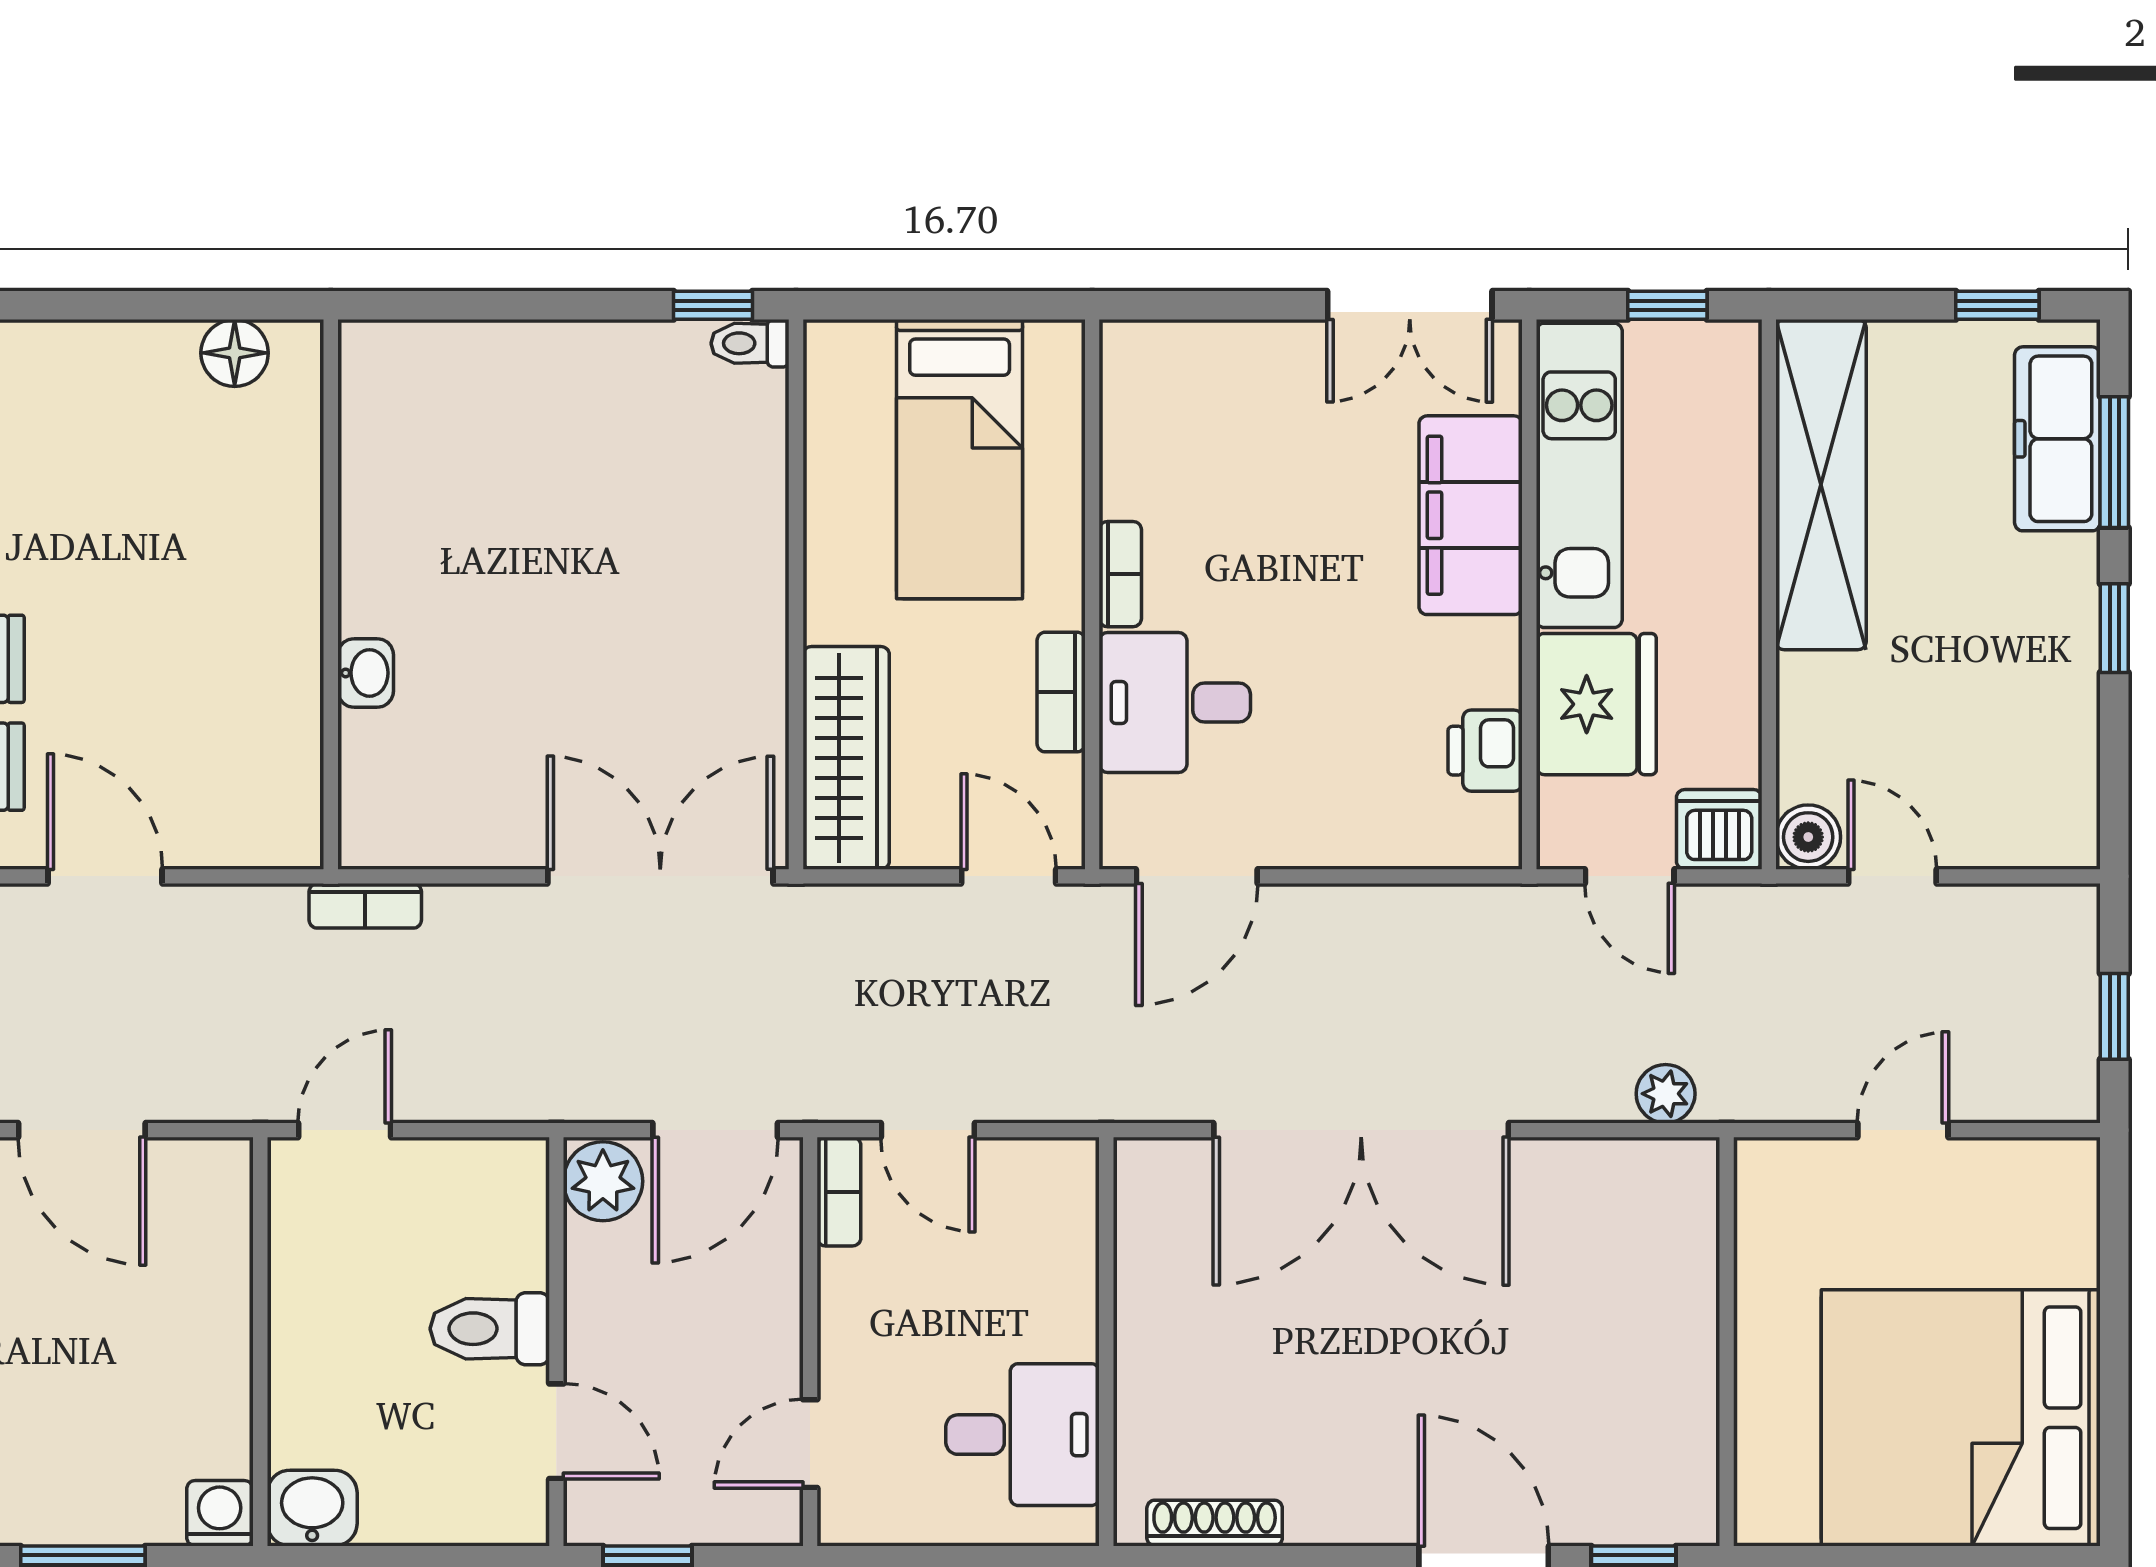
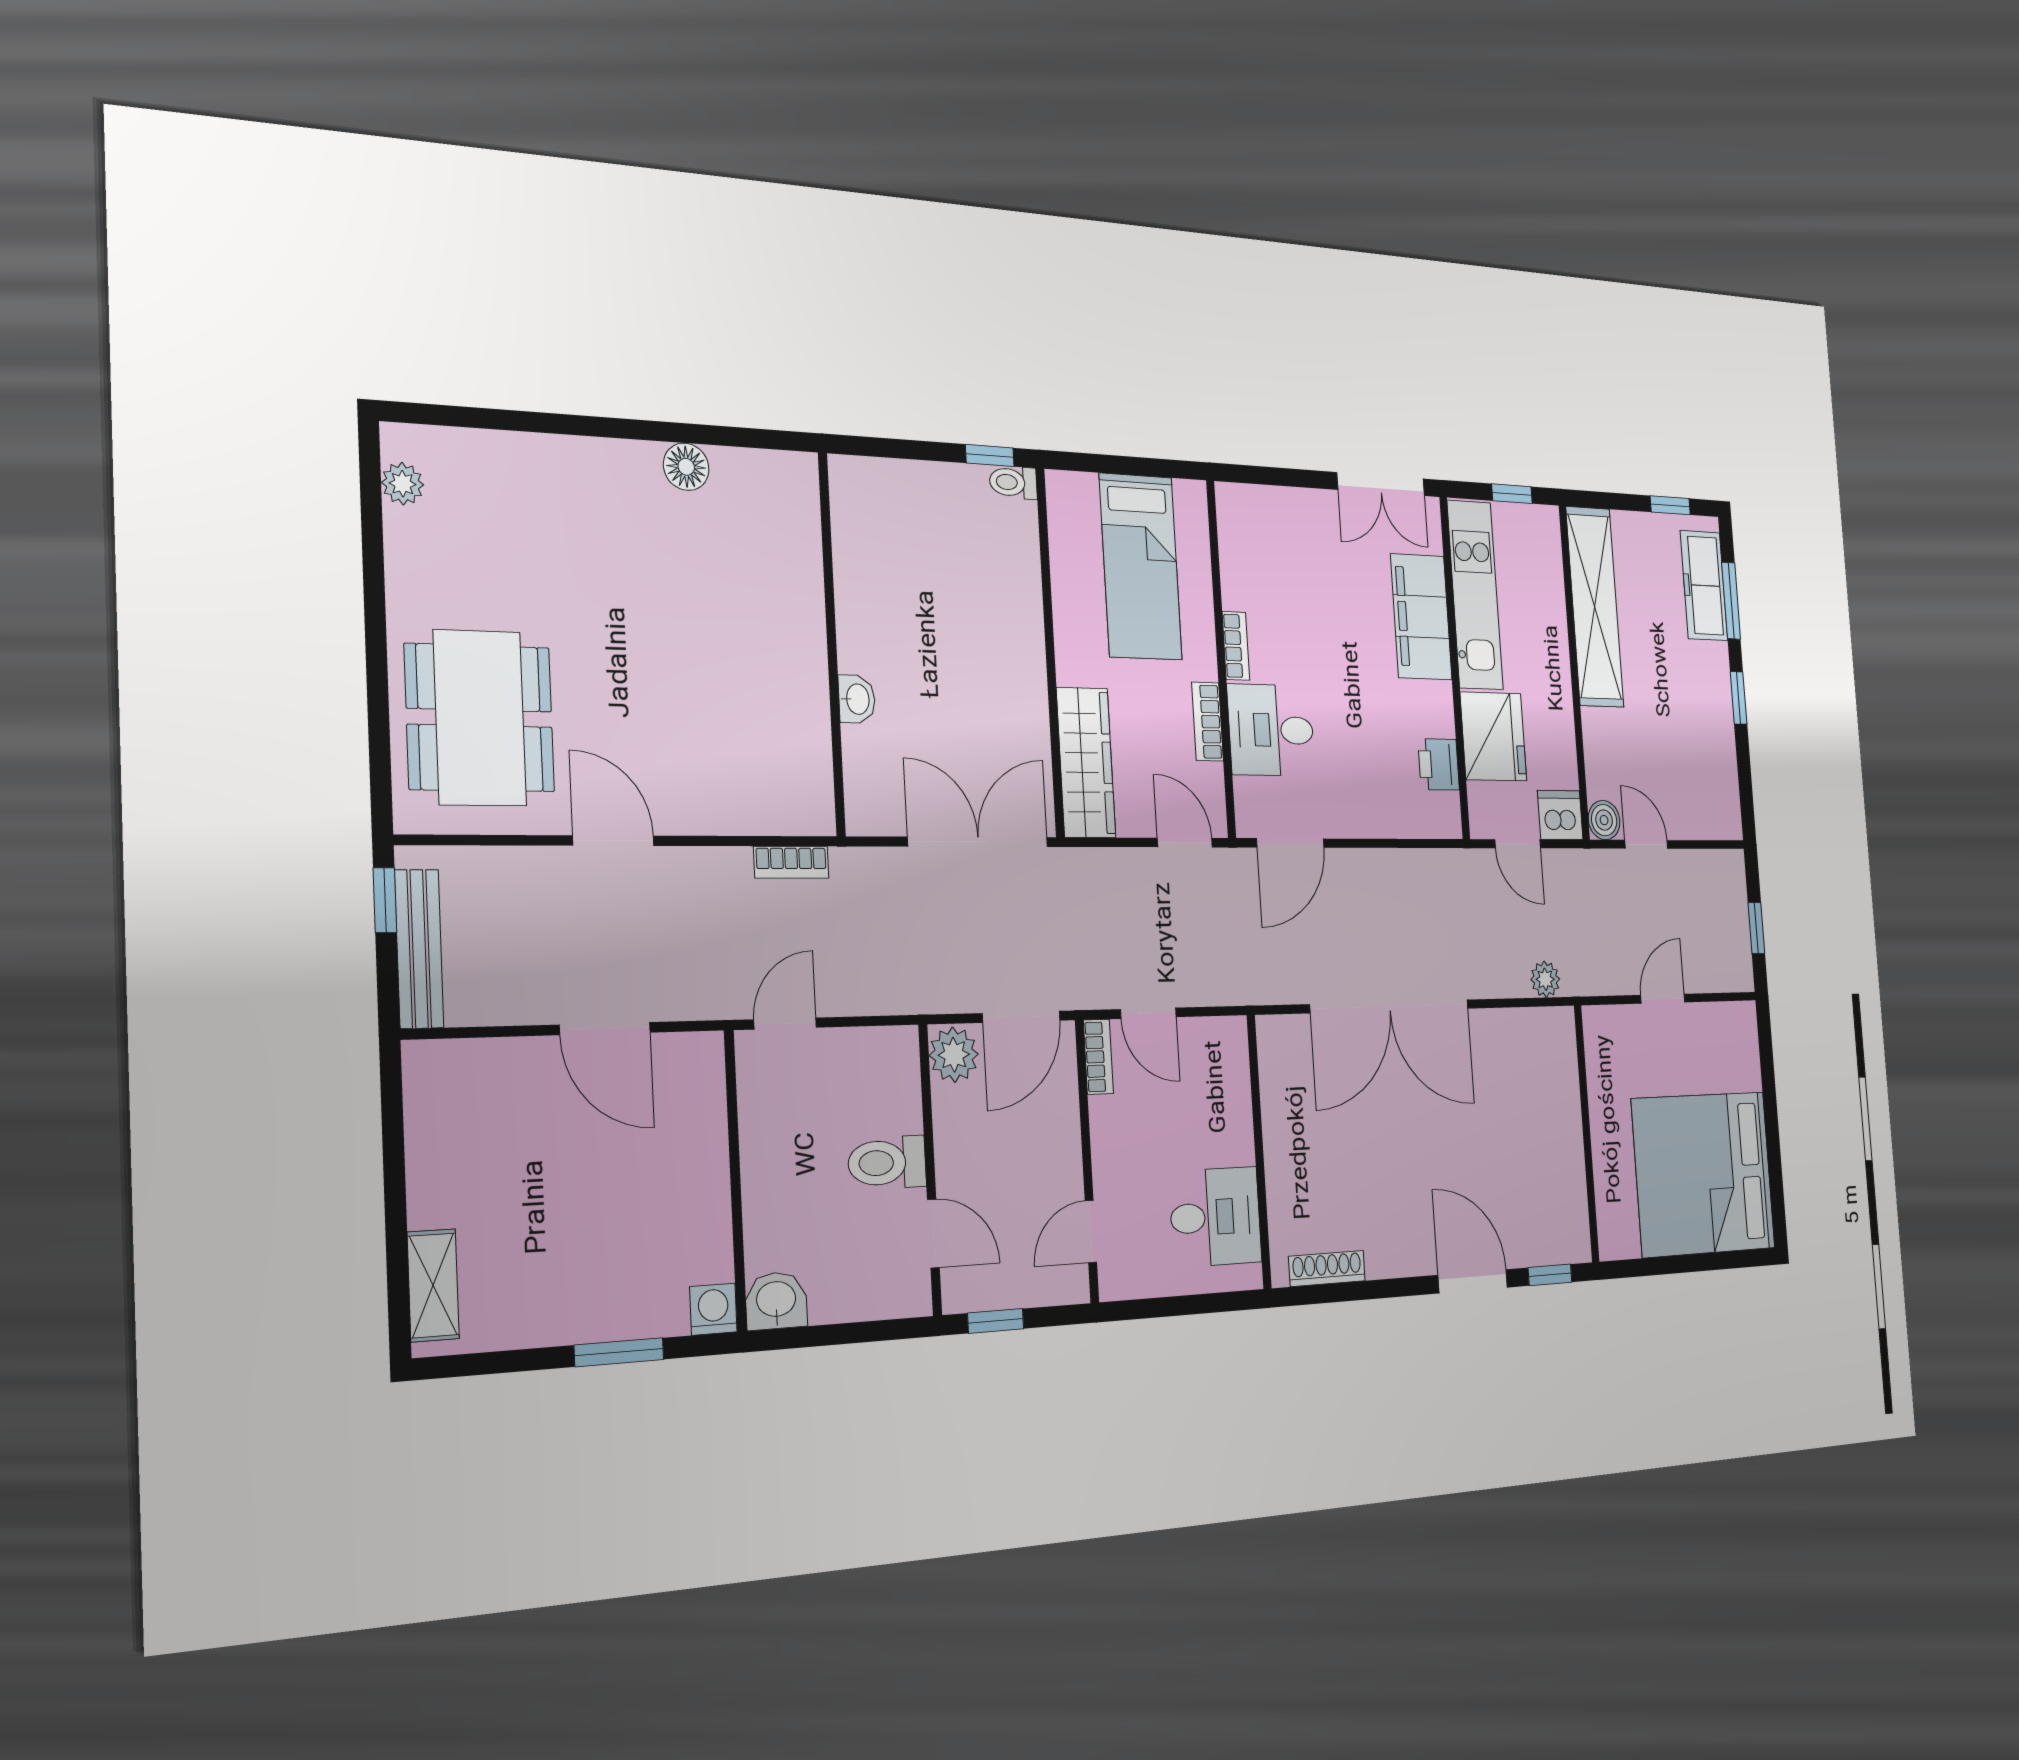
wall: (331, 594) -> (832, 643), moved
washbasin: (366, 673) -> (857, 699), moved

